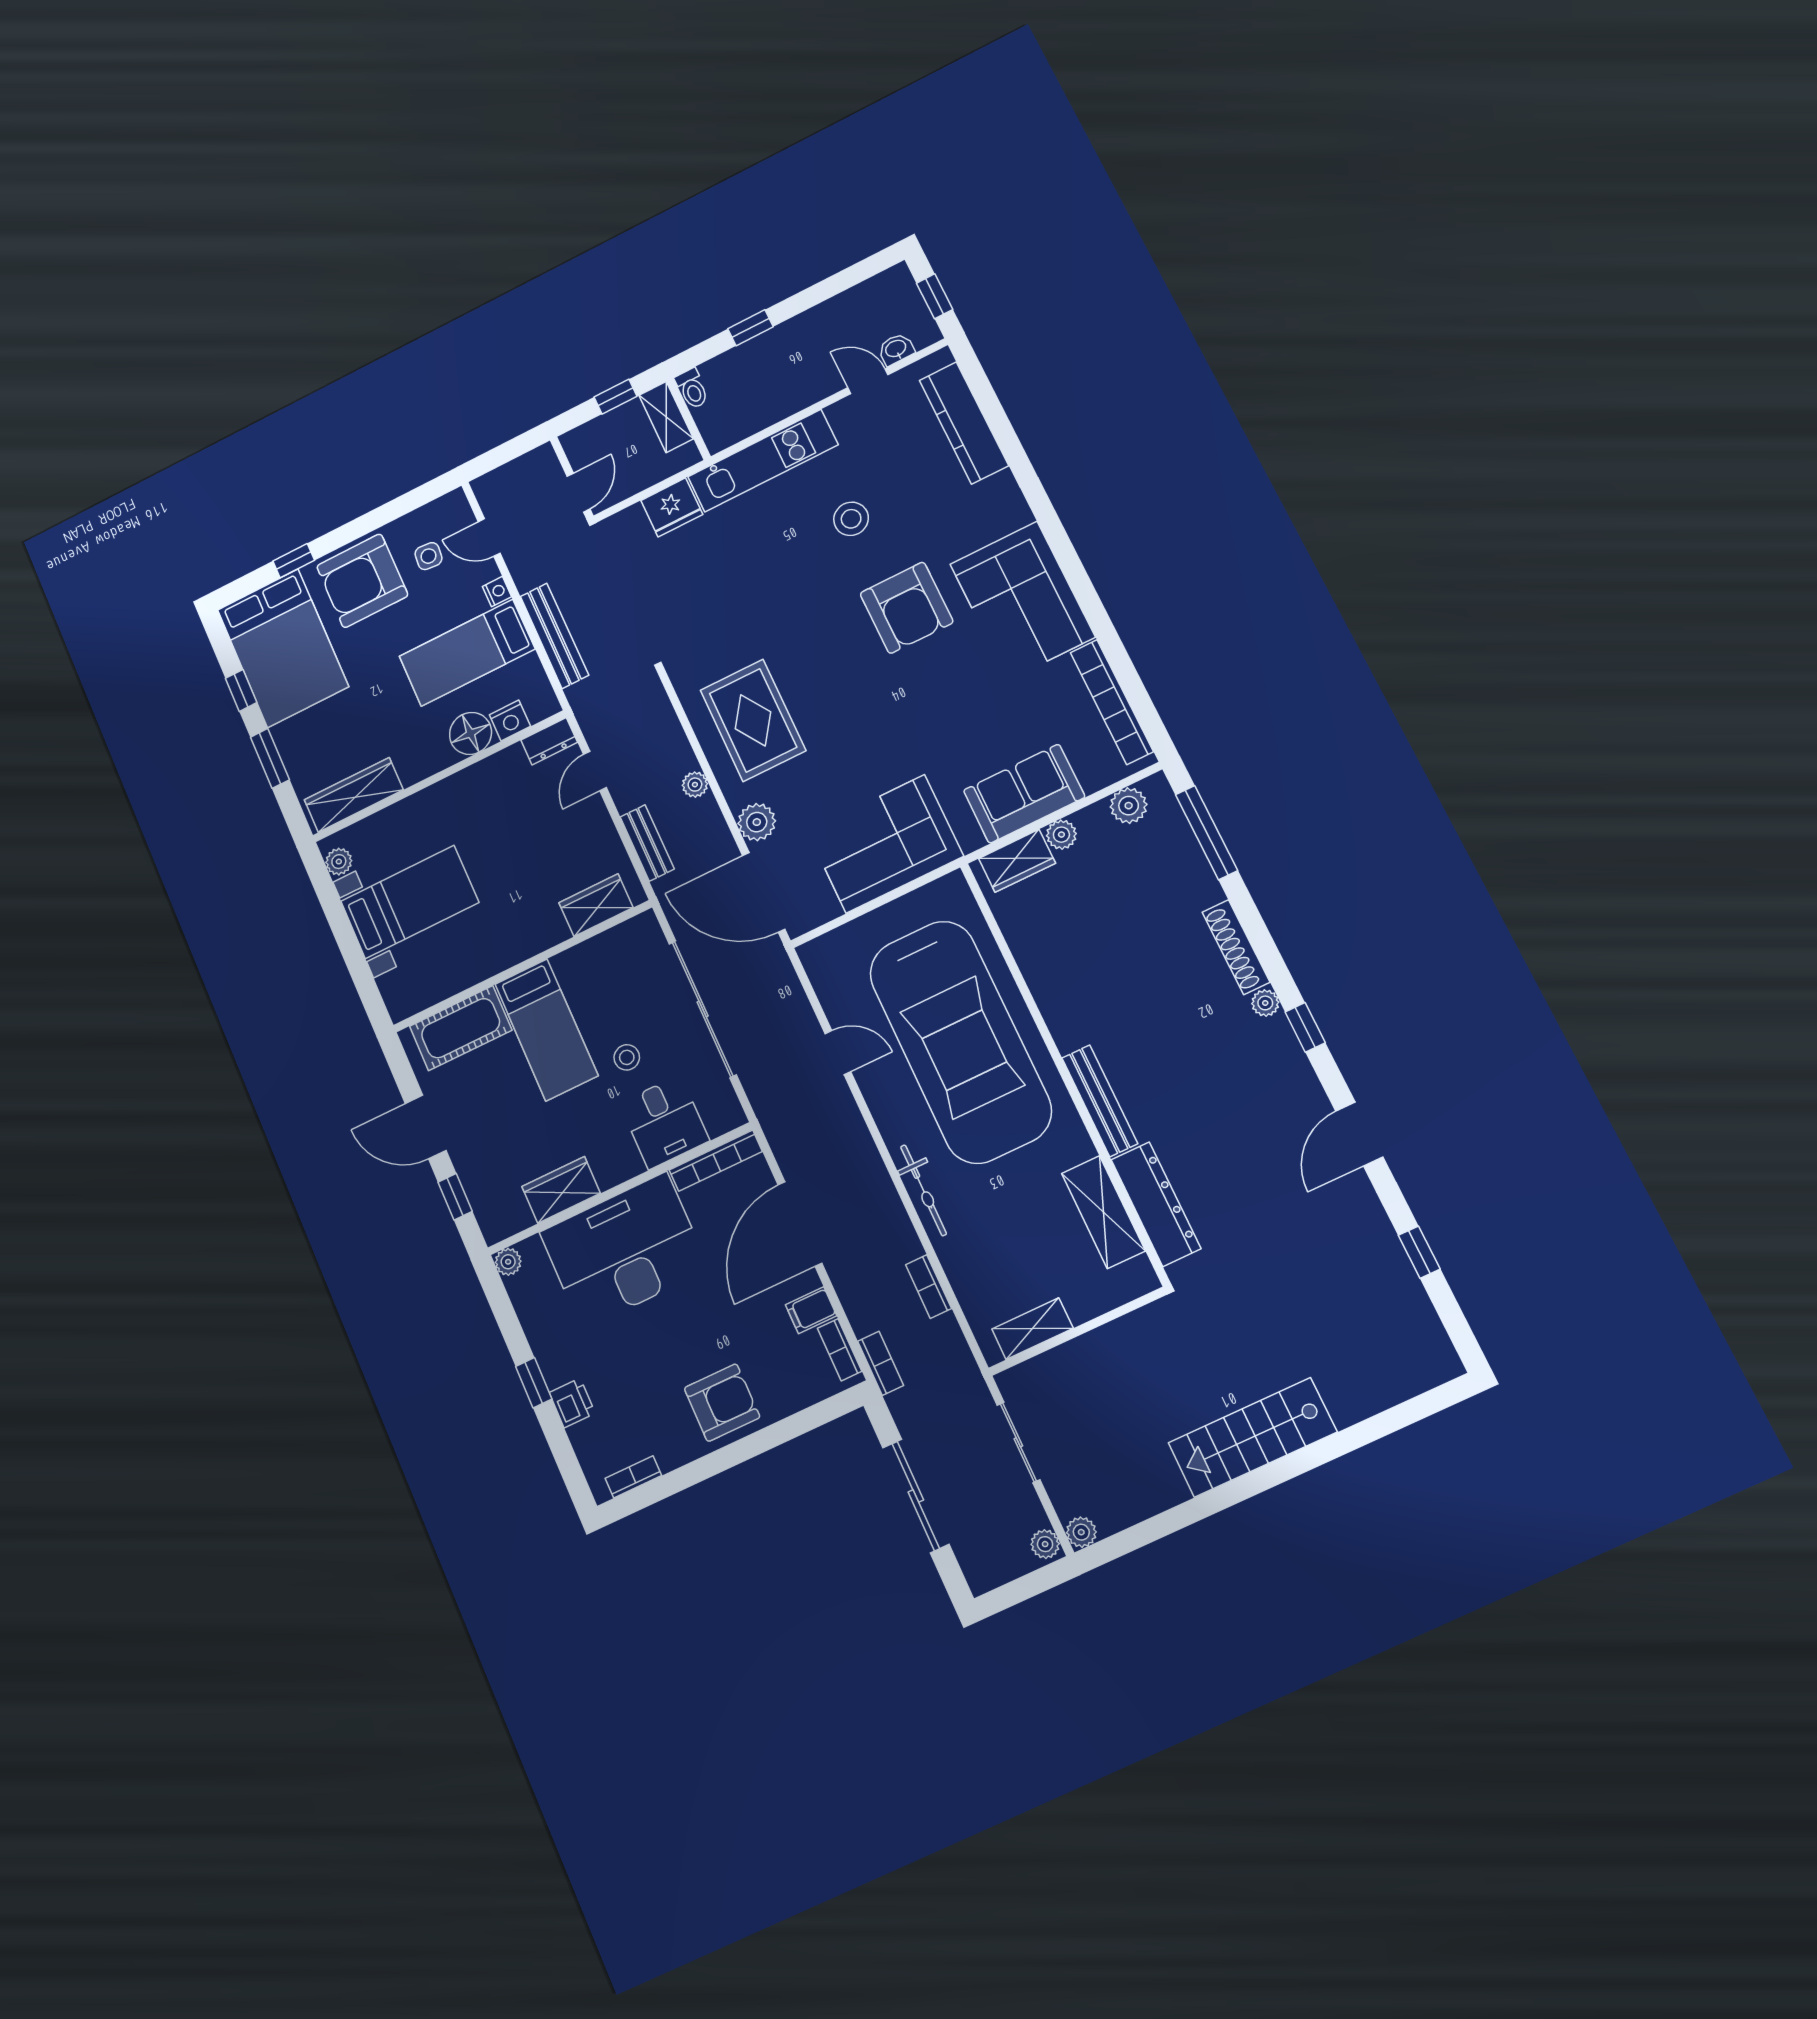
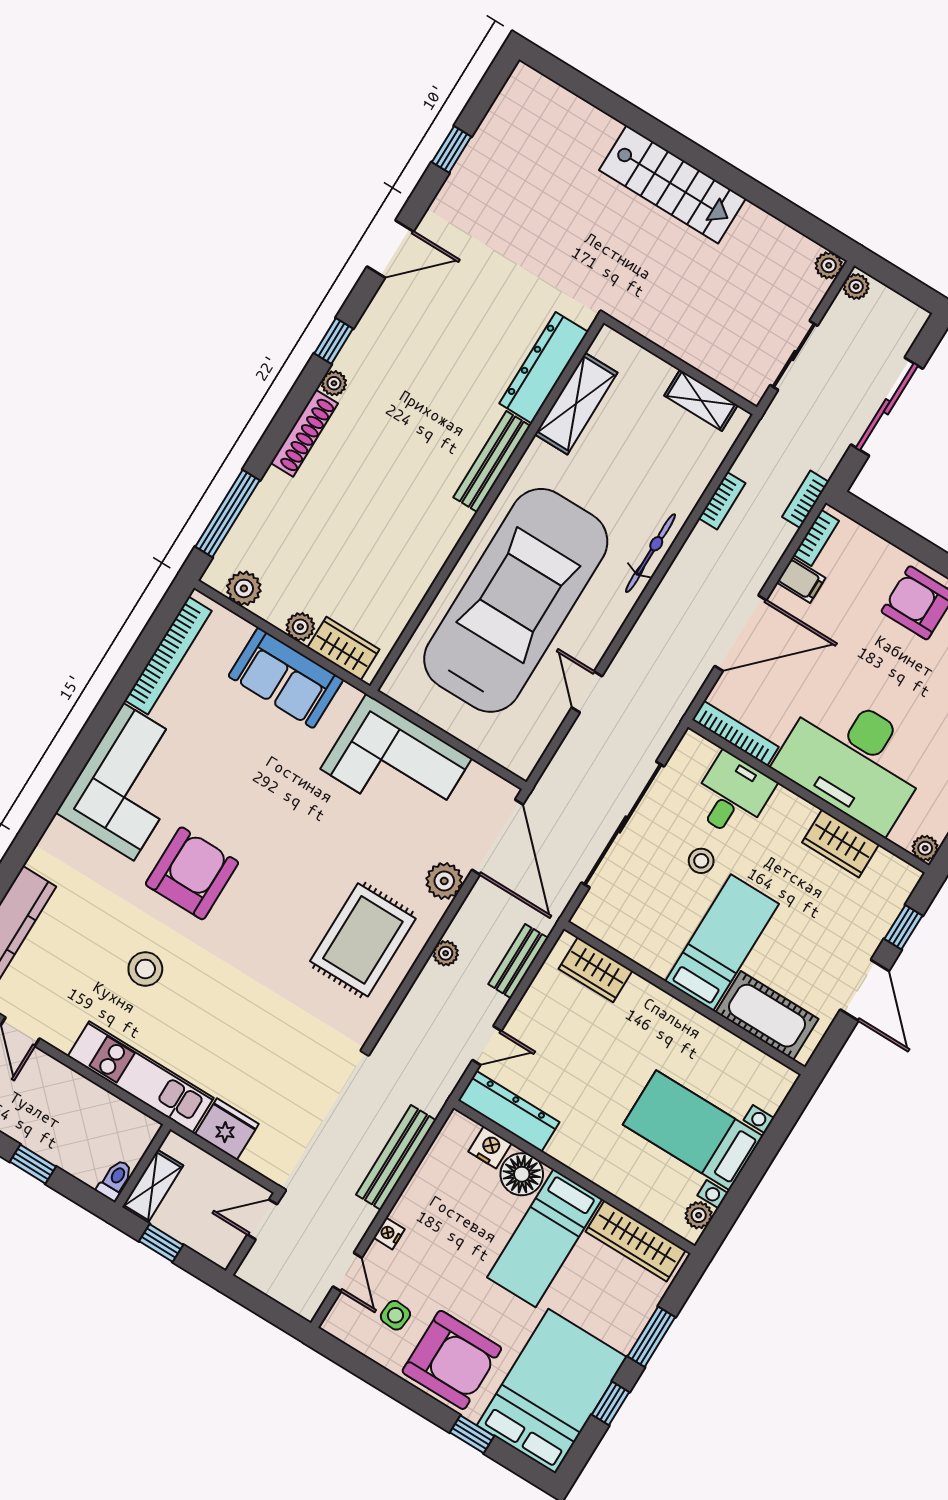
bed: (467, 653) -> (545, 1238), moved, turned 90
dresser: (549, 741) -> (509, 1111), width x1.96, depth x1.24

